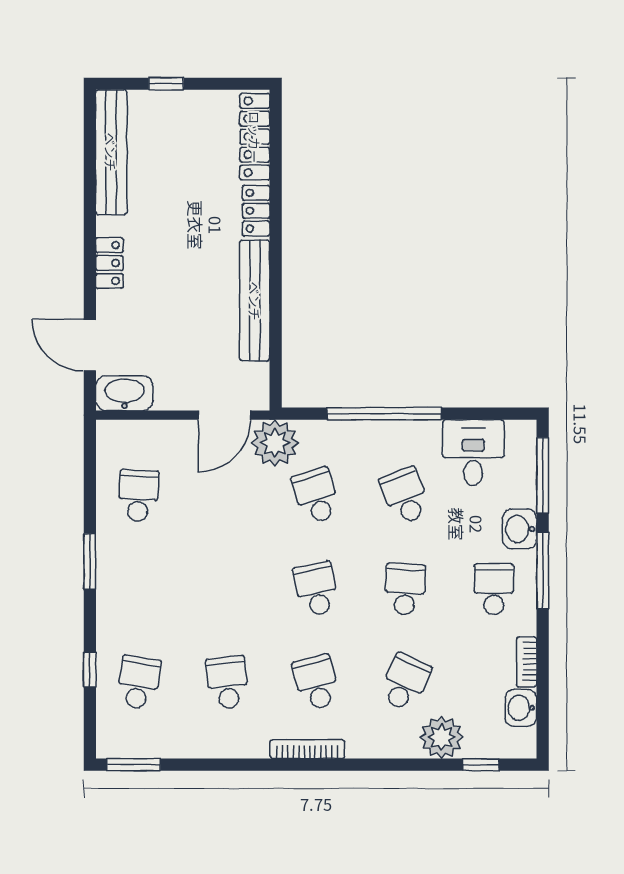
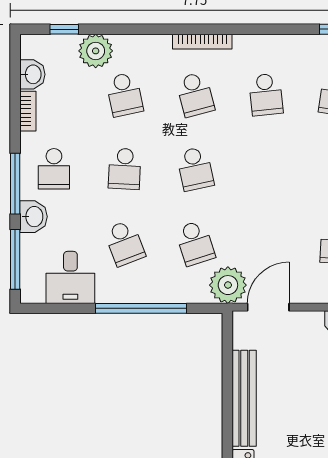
school desk: (405, 683) -> (125, 94), turned -36

